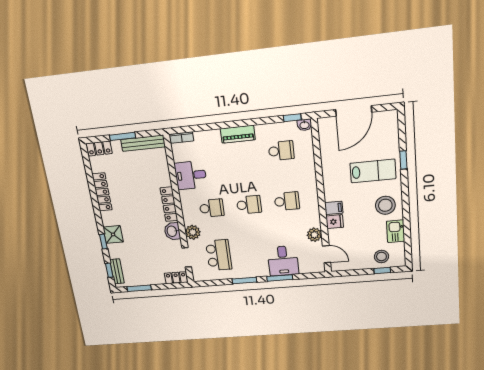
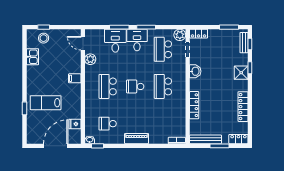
desk: (191, 175) -> (137, 40), moved, turned -90
school desk: (287, 201) -> (108, 86), width x1.85
locker: (169, 204) -> (194, 105), moved
stool: (385, 205) -> (39, 77), removed
school desk: (212, 208) -> (163, 86), width x1.85
fridge: (335, 222) -> (75, 124), moved
plant: (193, 232) -> (180, 35), moved

